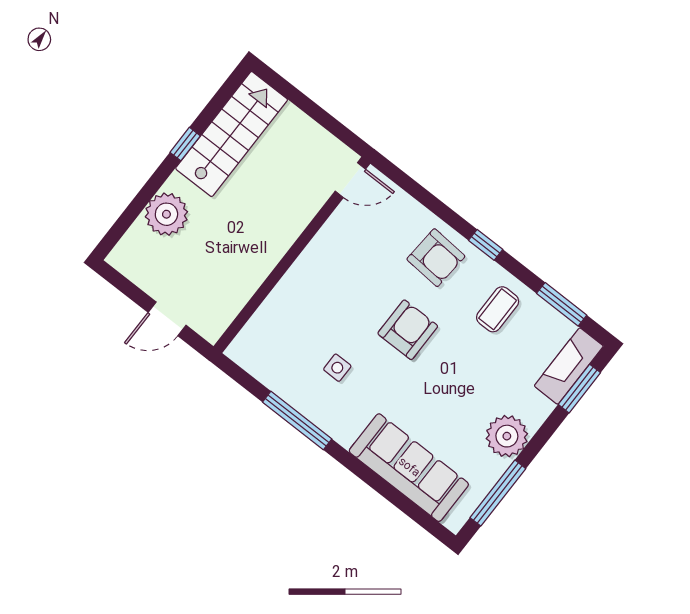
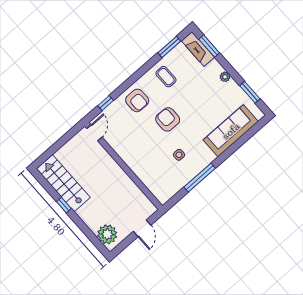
plant: (166, 214) -> (107, 234), moved
window: (486, 245) -> (106, 103), moved
armchair: (436, 258) -> (137, 100), turned 86
plant: (507, 436) -> (225, 77), width x0.53, depth x0.53
window: (498, 493) -> (250, 92), width x0.69

